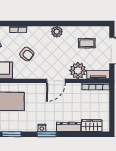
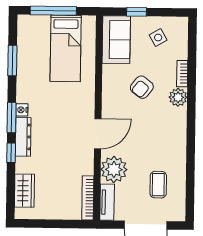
plant: (57, 32) -> (178, 97), moved
door: (56, 81) -> (98, 134), swing flipped
dresser: (69, 127) -> (23, 137), moved
window: (68, 134) -> (11, 153), added

